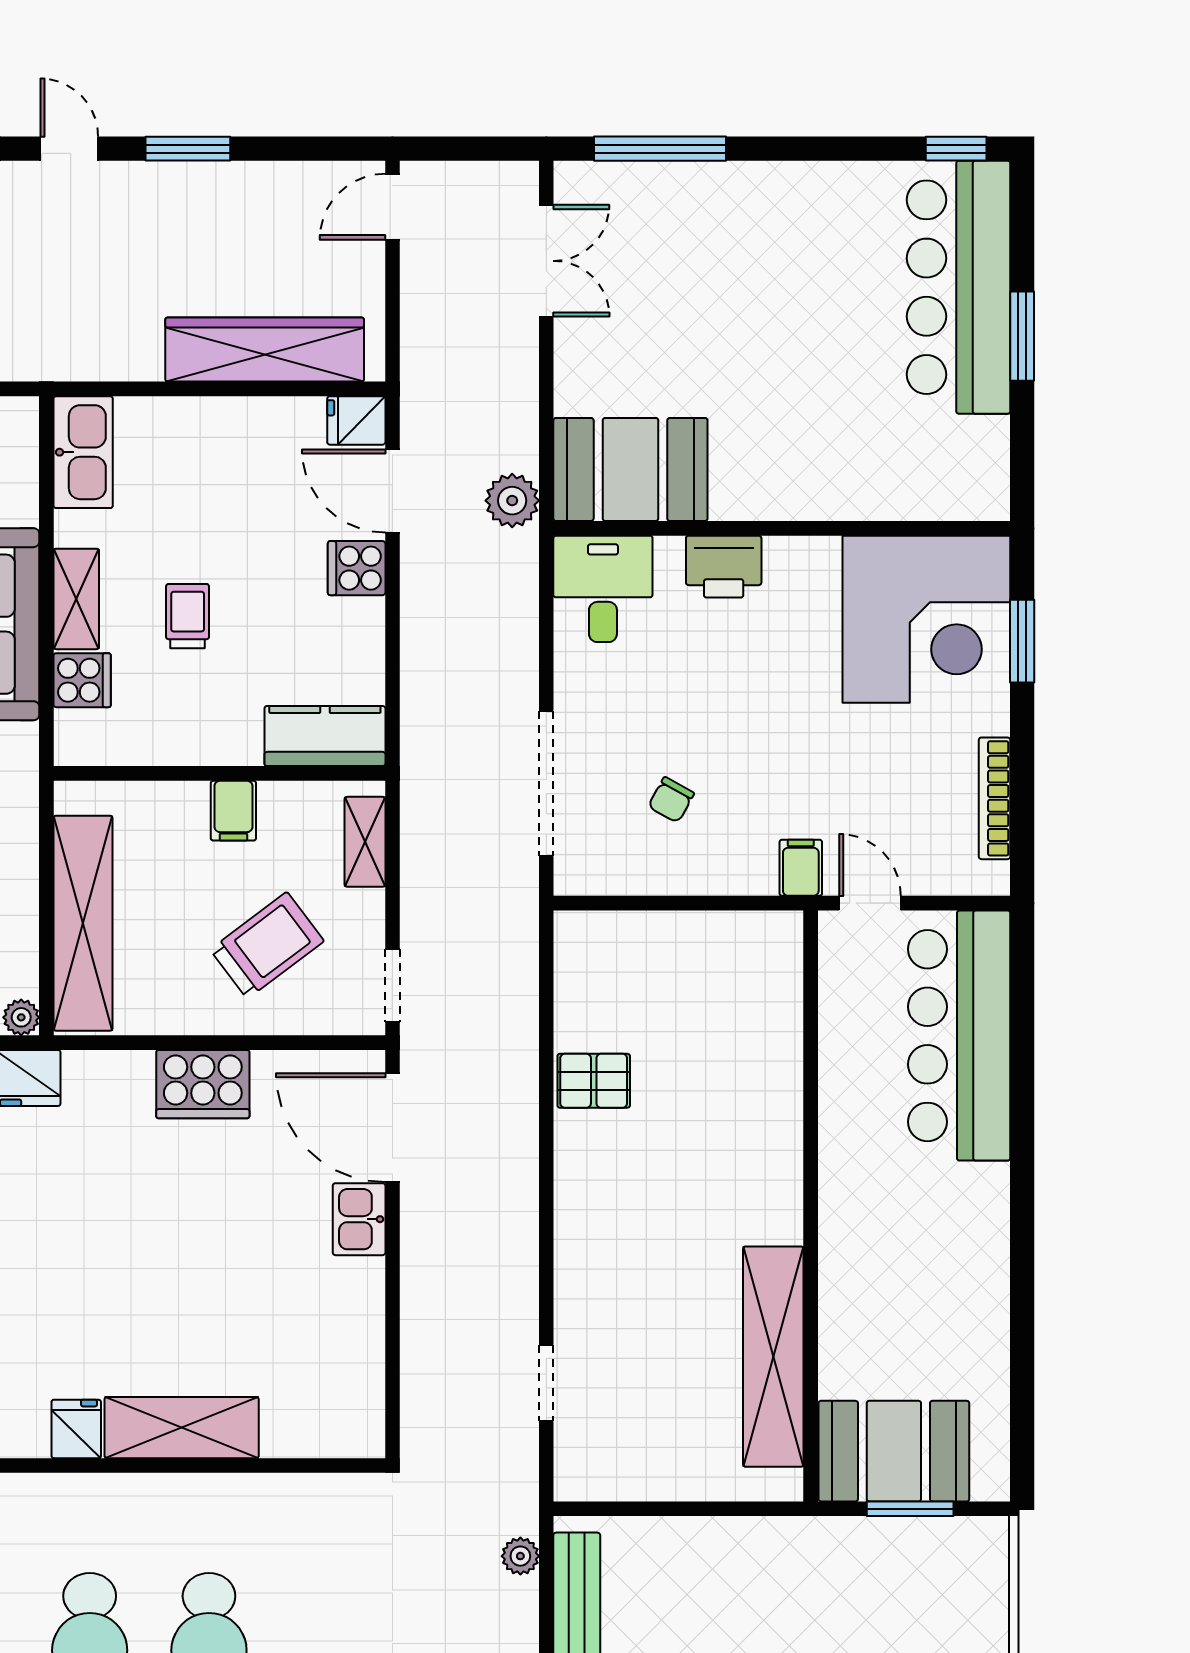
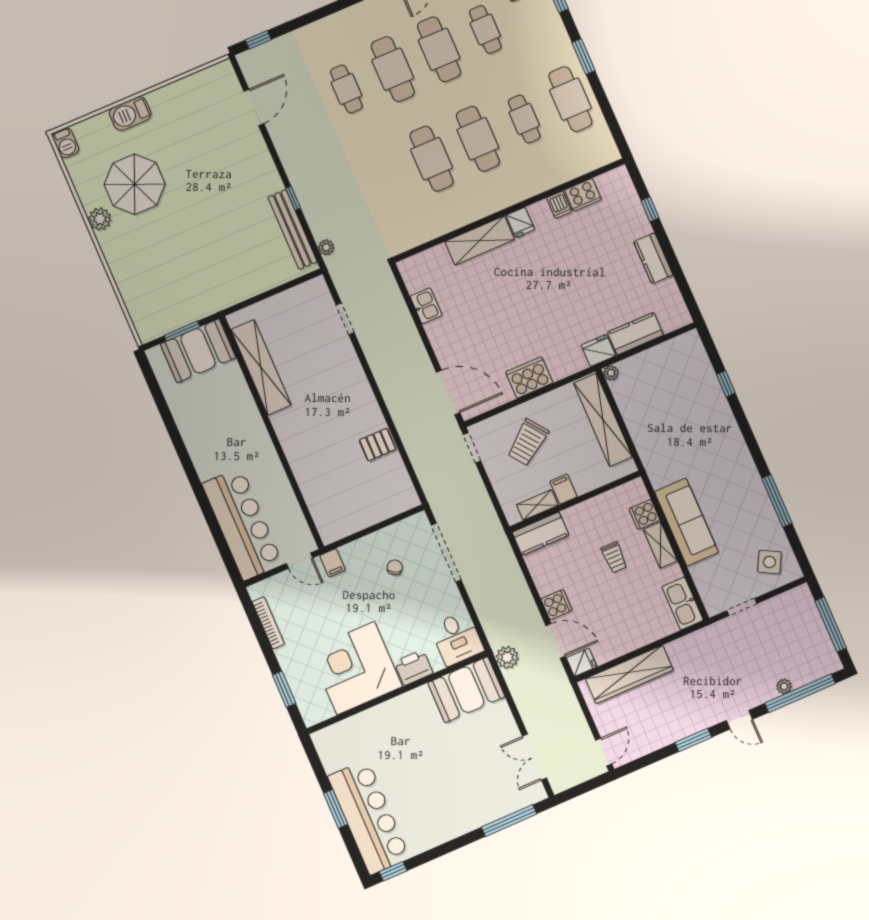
corner desk: (926, 619) -> (356, 668), moved
shelving: (365, 842) -> (537, 505), moved, turned 90
kitchen sink: (359, 1219) -> (426, 306), moved

